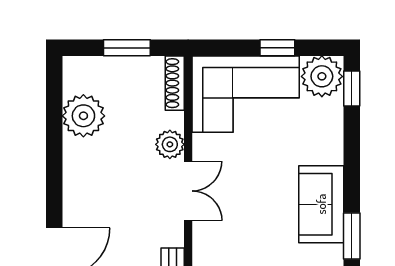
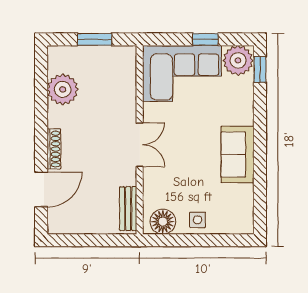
shoe rack: (175, 83) -> (54, 149), moved, turned 180
plant: (170, 144) -> (126, 110), removed
window: (352, 236) -> (260, 178), removed

